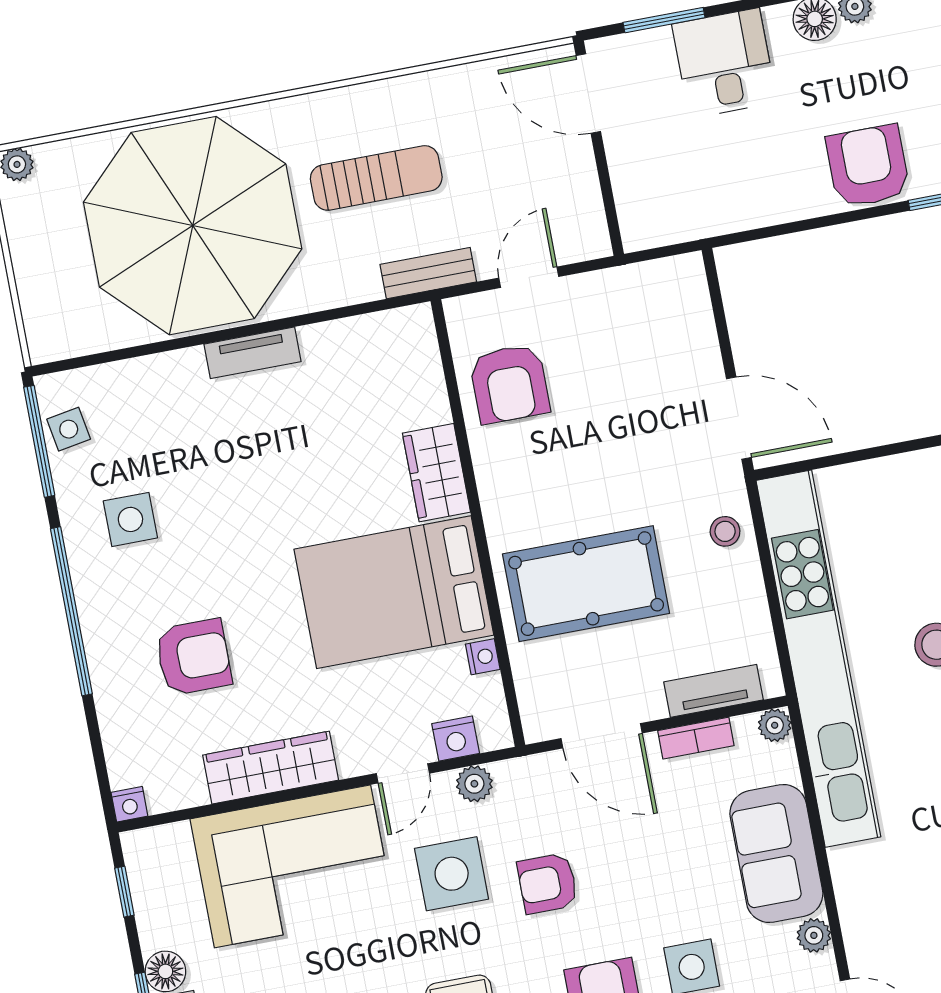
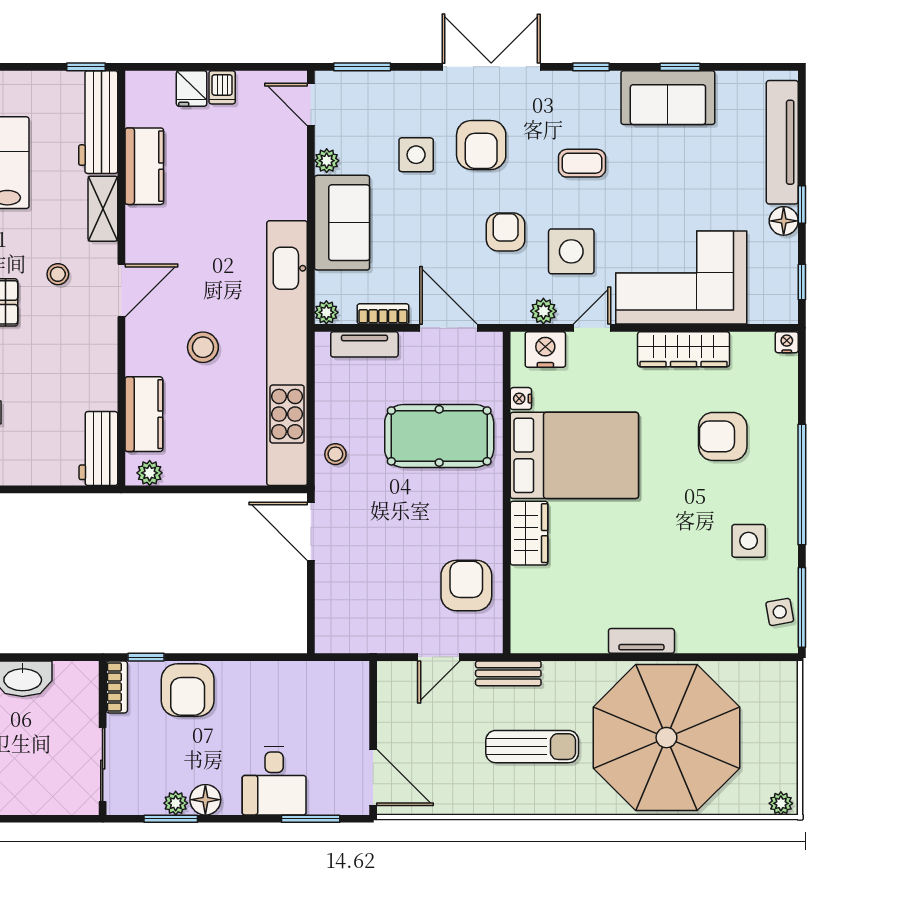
sun lounger: (376, 178) -> (532, 747), turned 180
nightstand: (456, 739) -> (545, 349), width x1.36, depth x1.33
armchair: (548, 883) -> (506, 232), turned -90

